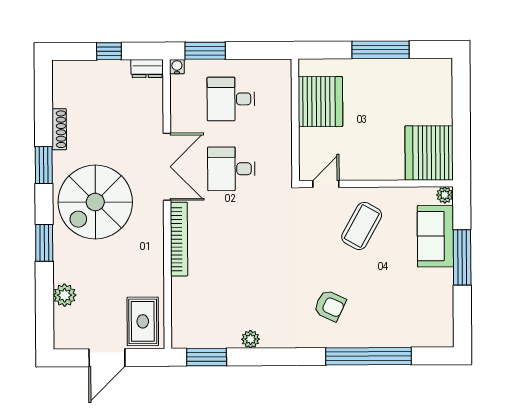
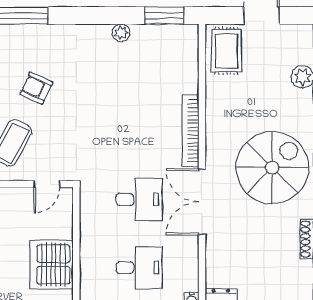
armchair: (330, 306) -> (36, 88), moved

